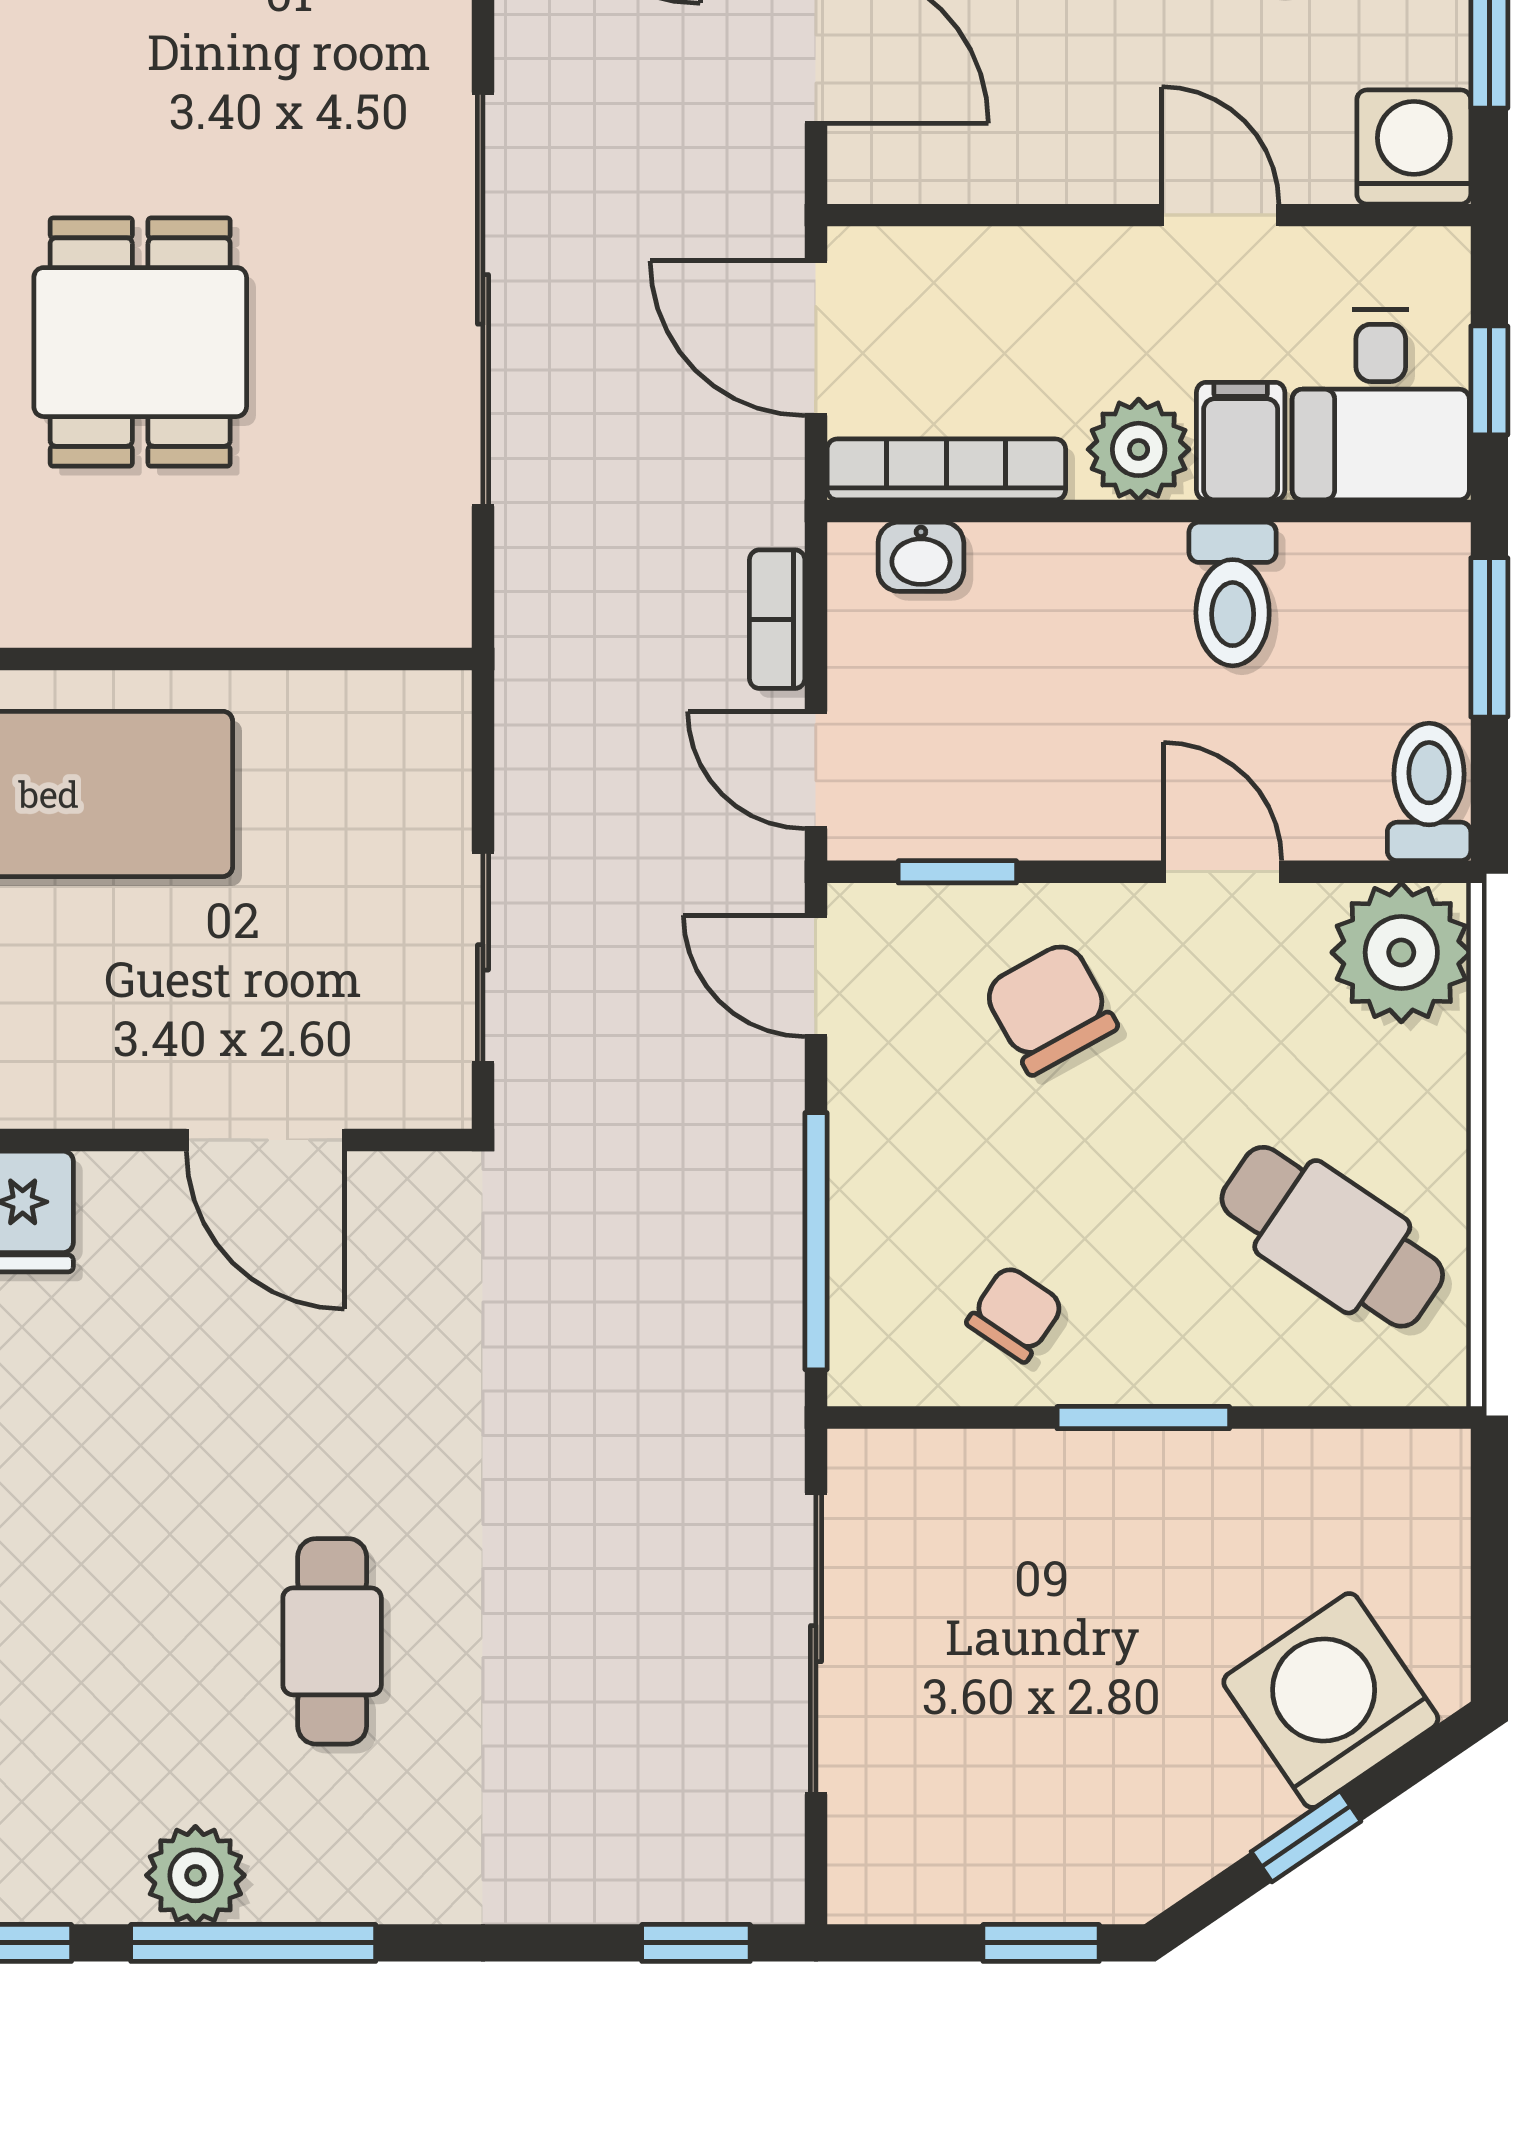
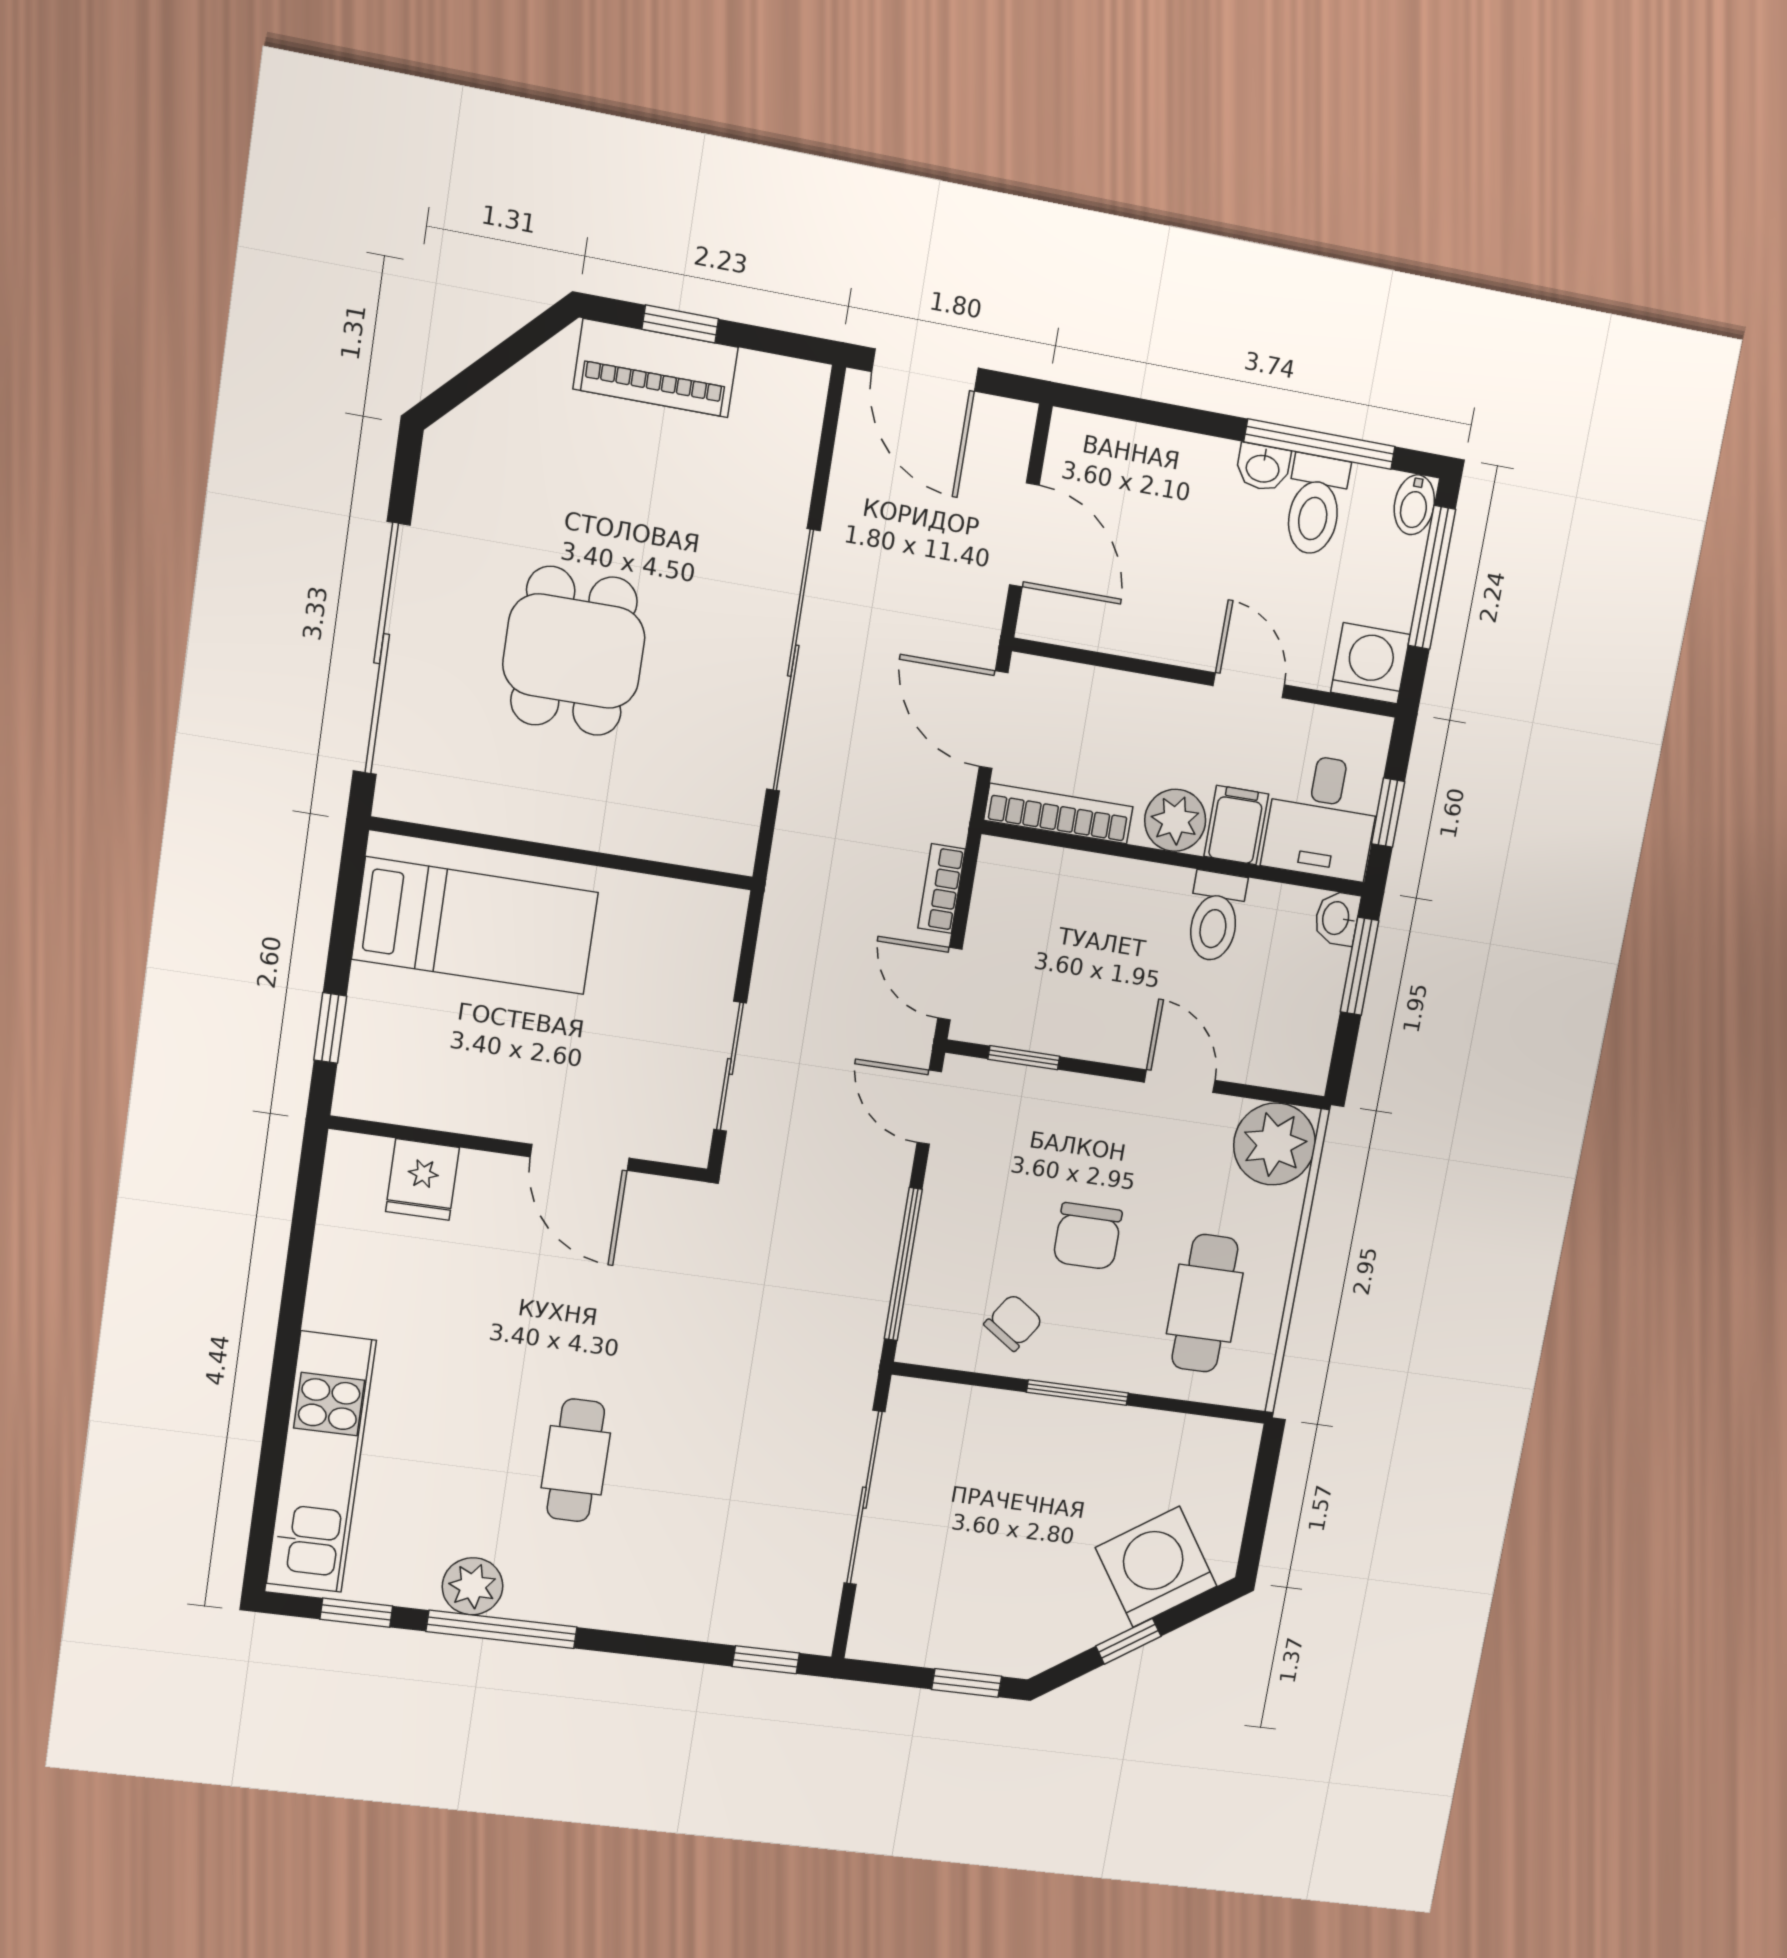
washbasin: (921, 557) -> (1337, 918), moved, turned 90
toilet: (1429, 792) -> (1308, 1052), removed
chair: (1050, 1008) -> (1087, 1236), moved, turned -151
cafe table: (1332, 1237) -> (1205, 1303), turned 56

